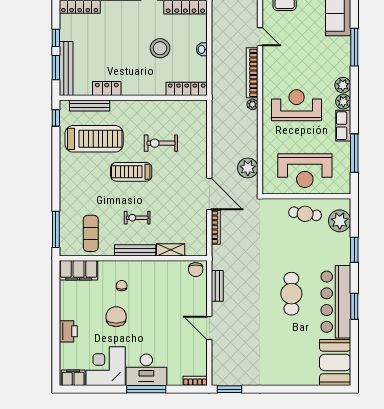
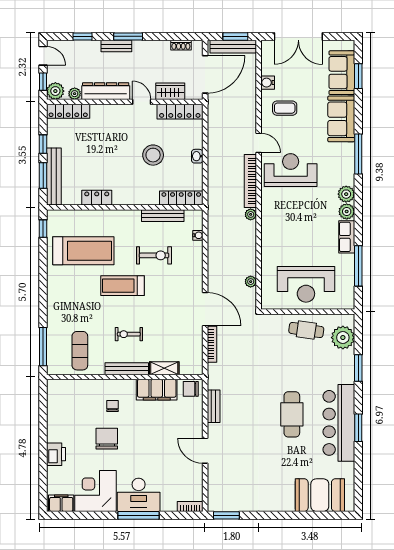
reception desk: (297, 105) -> (291, 170), moved
bench: (90, 106) -> (163, 216), moved
water cooler: (202, 124) -> (198, 235), added
exercise bike: (161, 143) -> (154, 255), turned 180
plant: (248, 168) -> (251, 282), width x0.53, depth x0.53
filing cabinet: (79, 270) -> (157, 390), moved
chair: (196, 270) -> (191, 389), turned 90
booth: (335, 362) -> (320, 495), moved, turned 90

